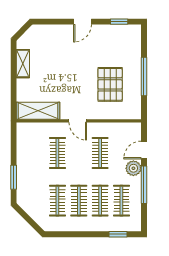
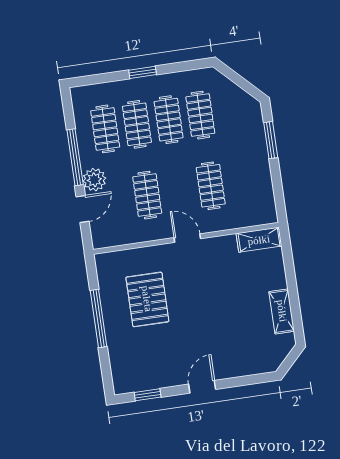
shelving: (38, 111) -> (259, 240), width x0.67, depth x0.75
window: (118, 234) -> (143, 72), moved

